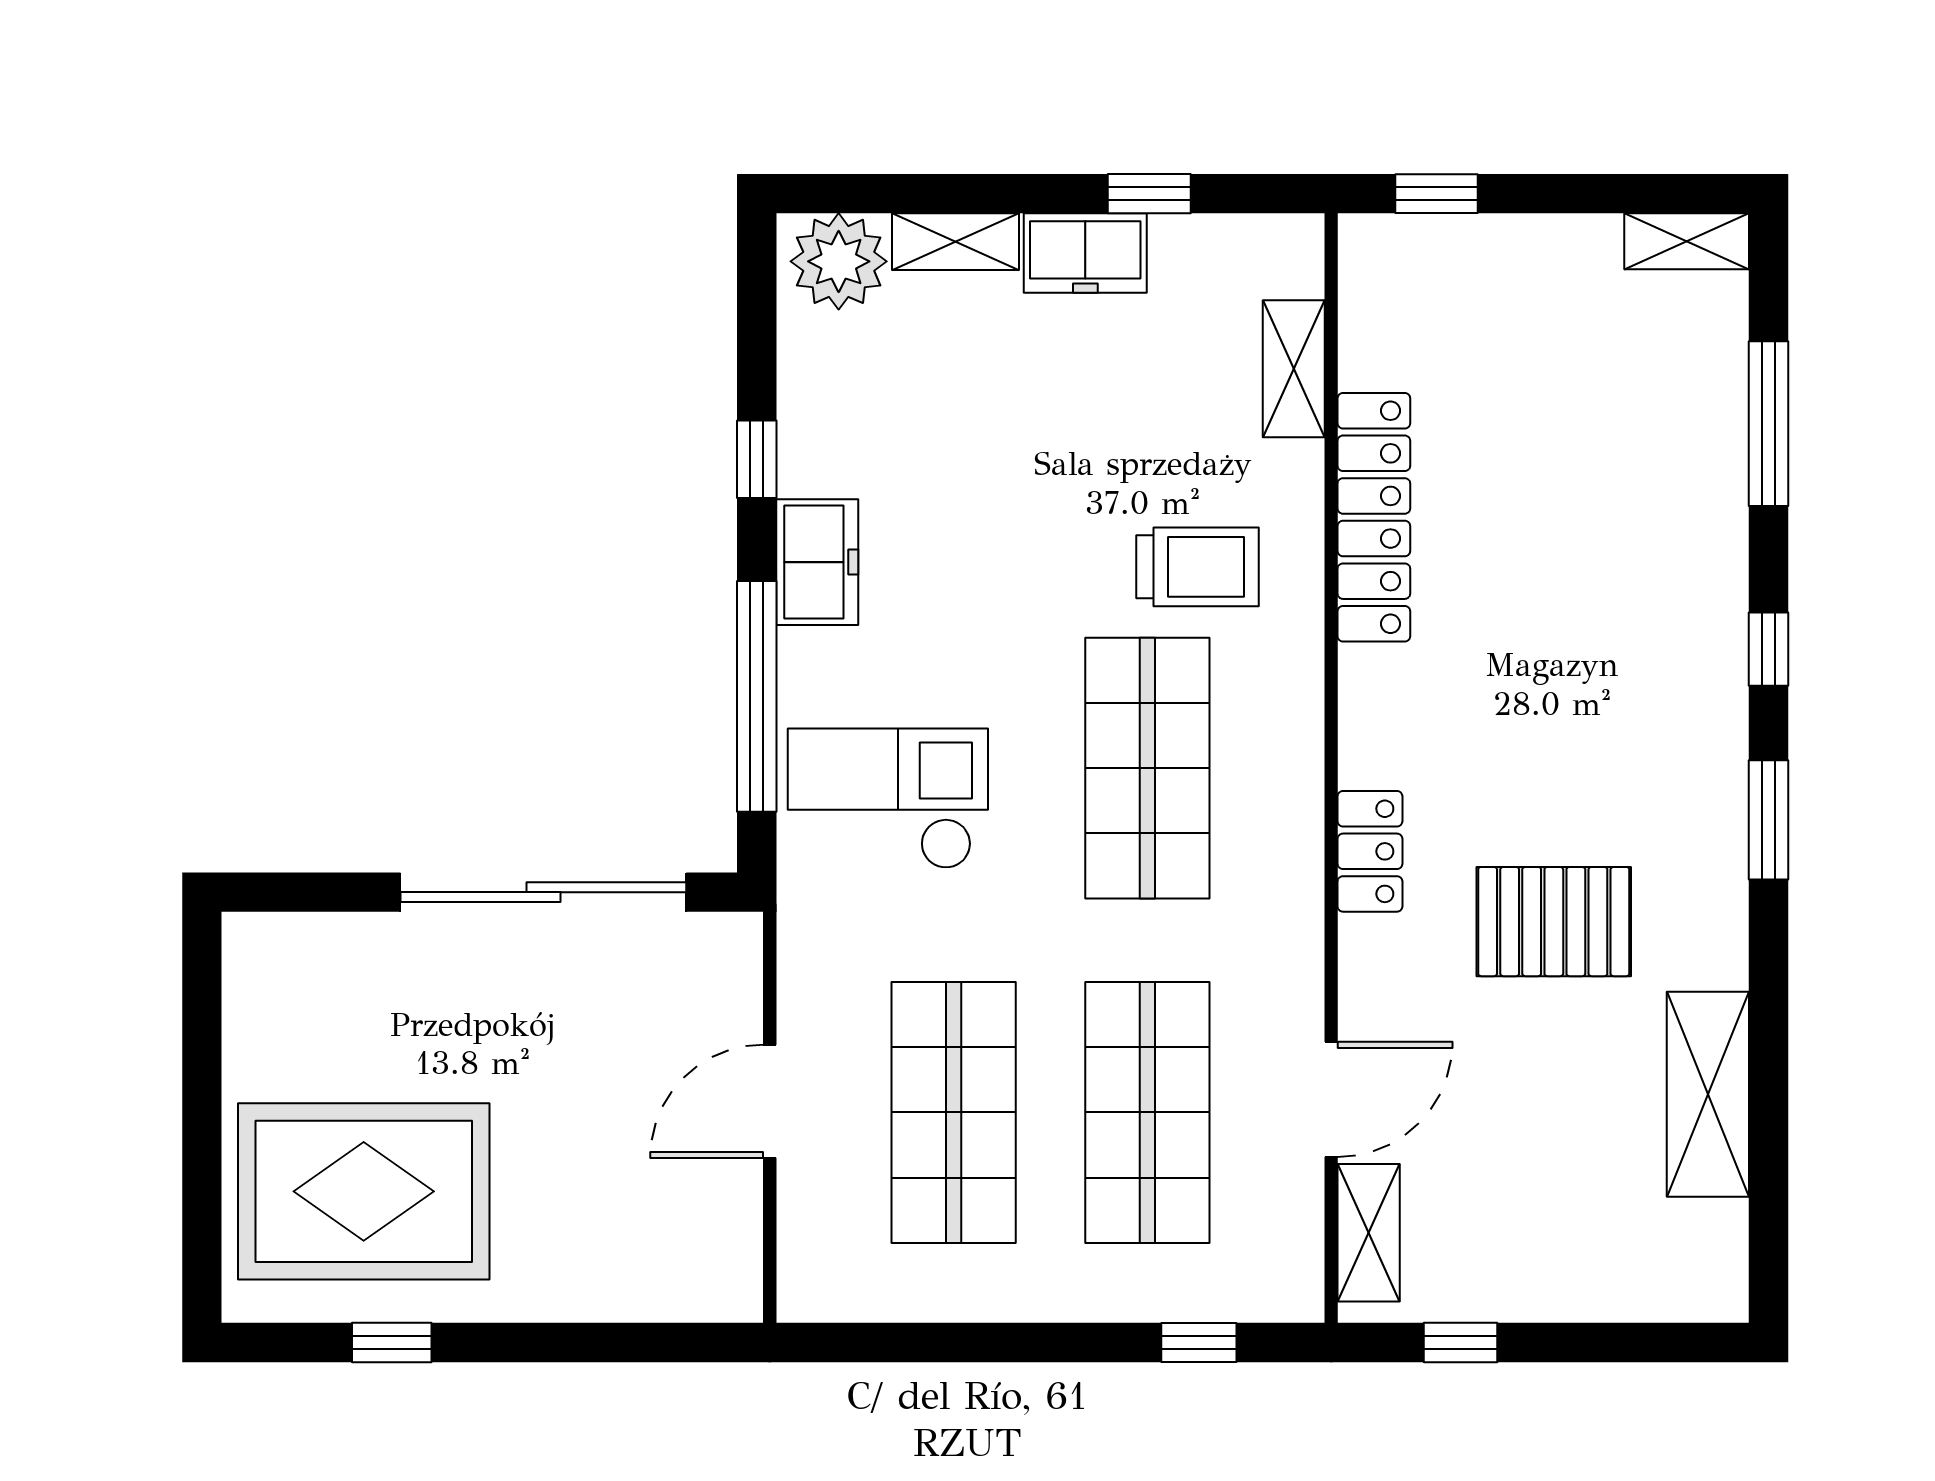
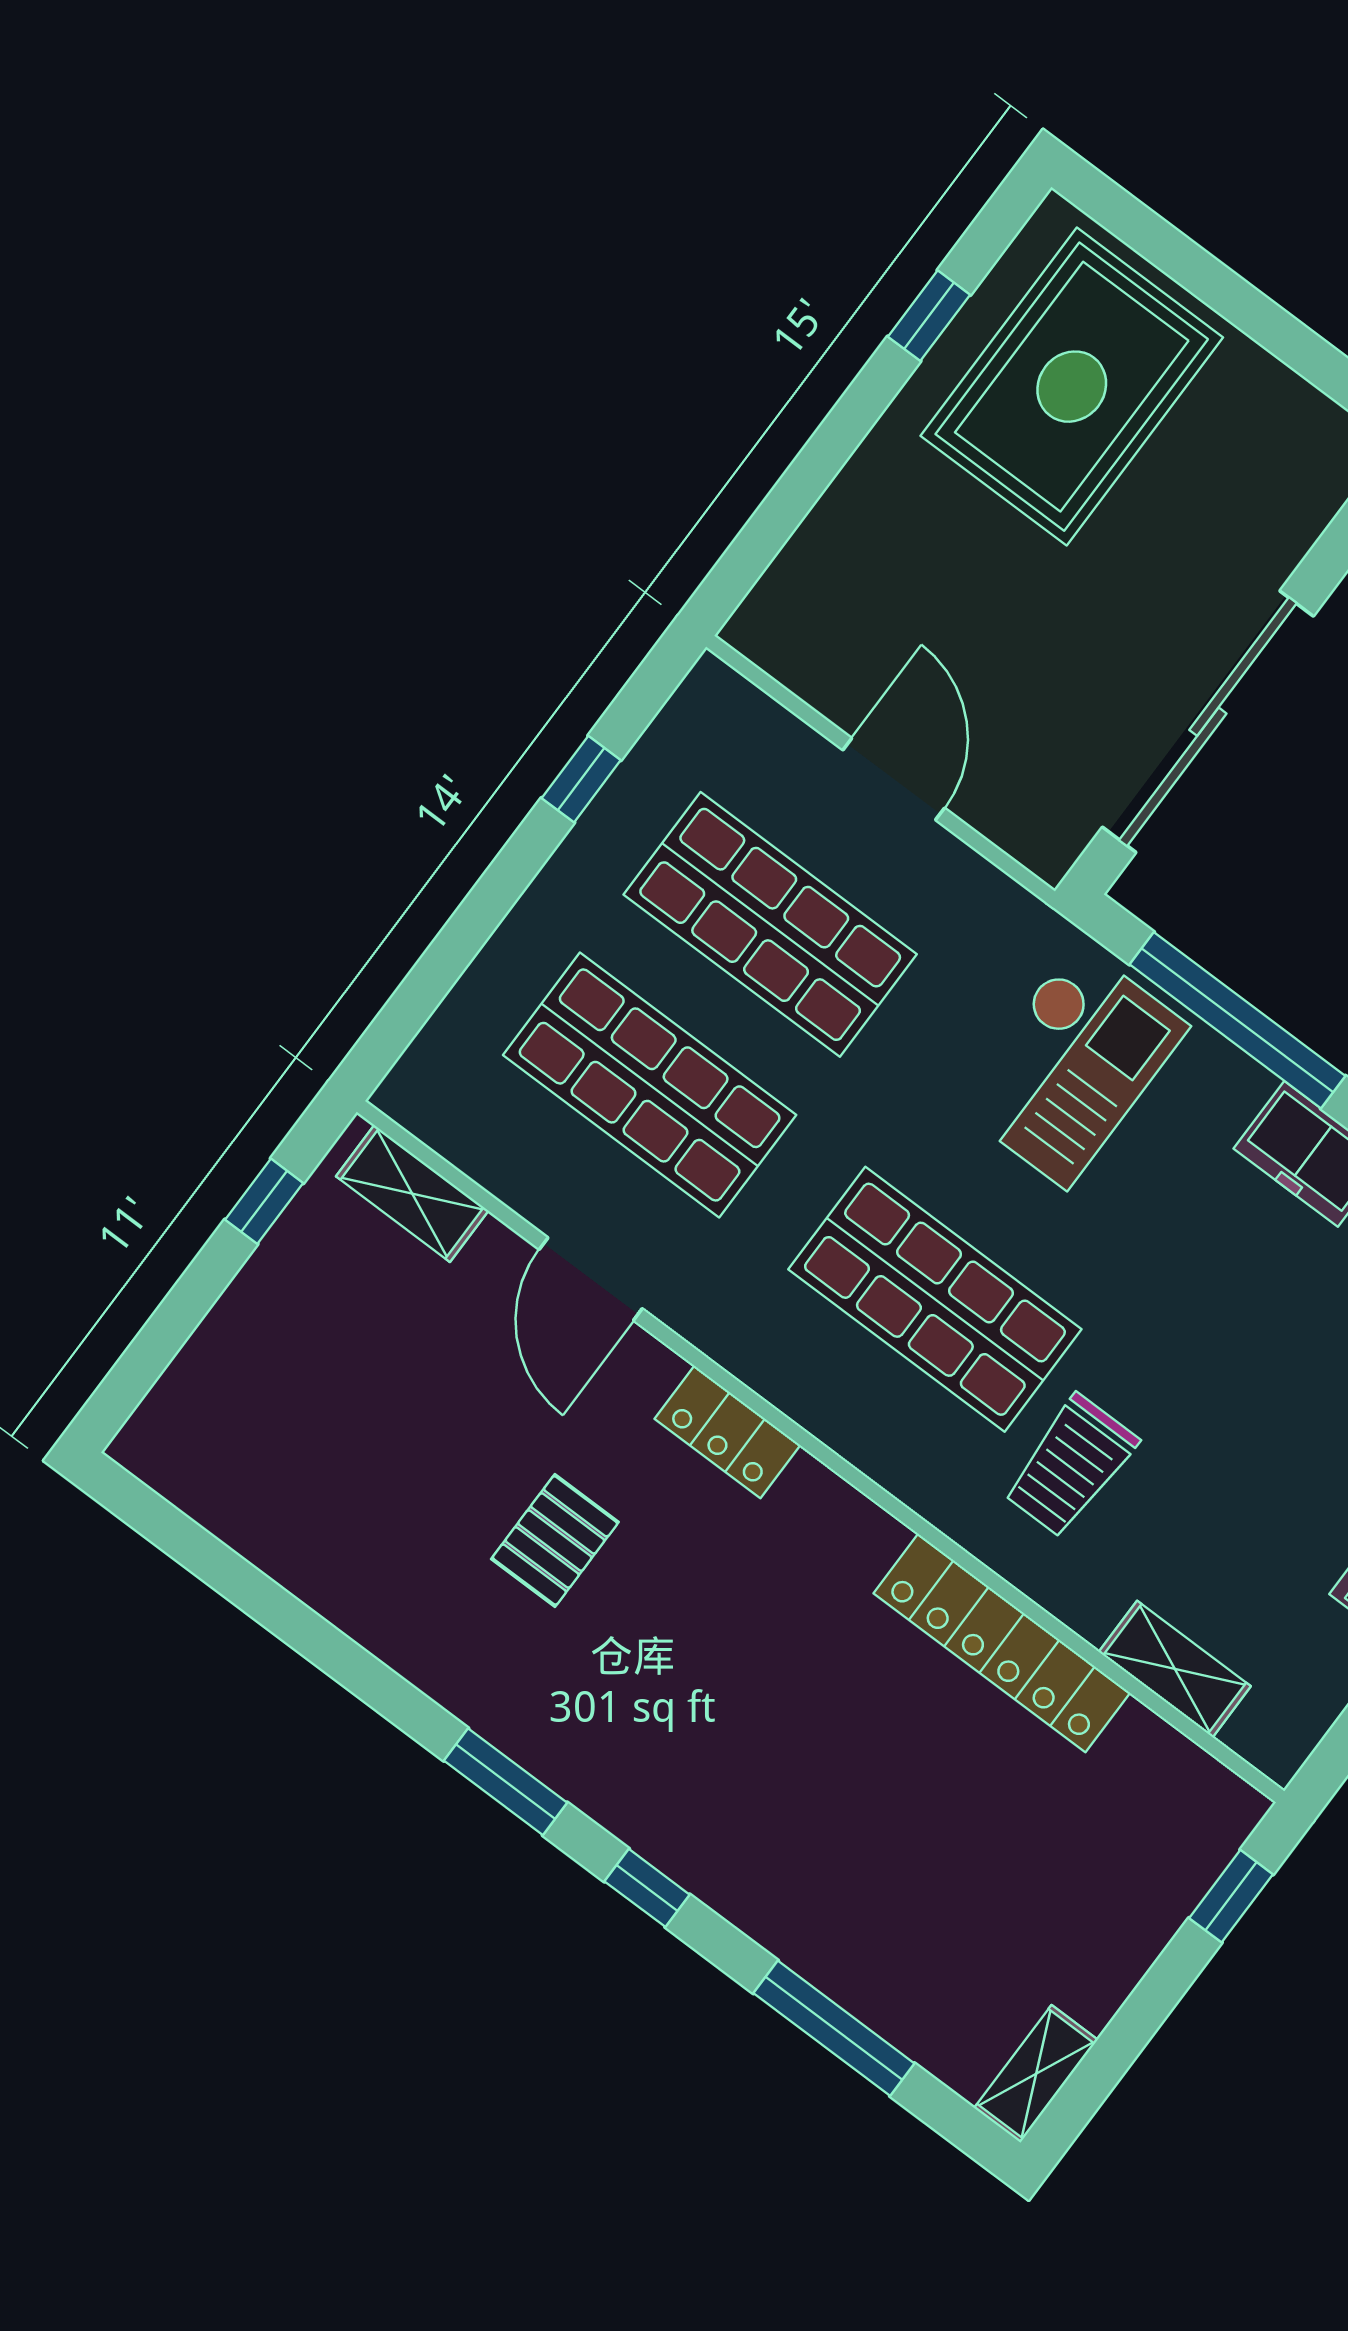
pallet: (1554, 922) -> (555, 1540), width x0.67, depth x0.71
shelving: (1708, 1094) -> (316, 1561), removed
door: (1331, 1099) -> (591, 1279), moved
window: (1199, 1343) -> (581, 779), moved

